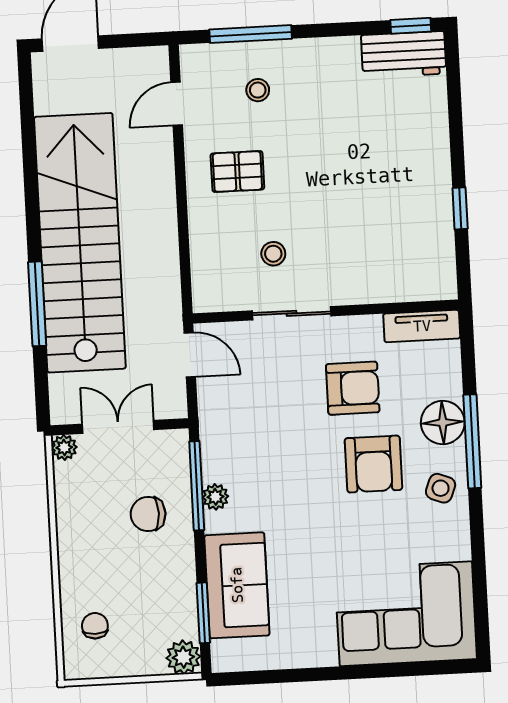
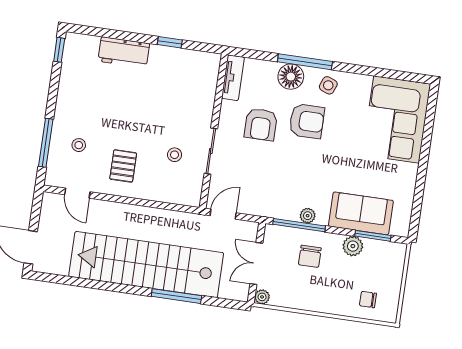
workbench: (404, 54) -> (124, 52), moved, turned 90
armchair: (353, 388) -> (261, 124), turned 180
plant: (183, 657) -> (353, 246), moved

